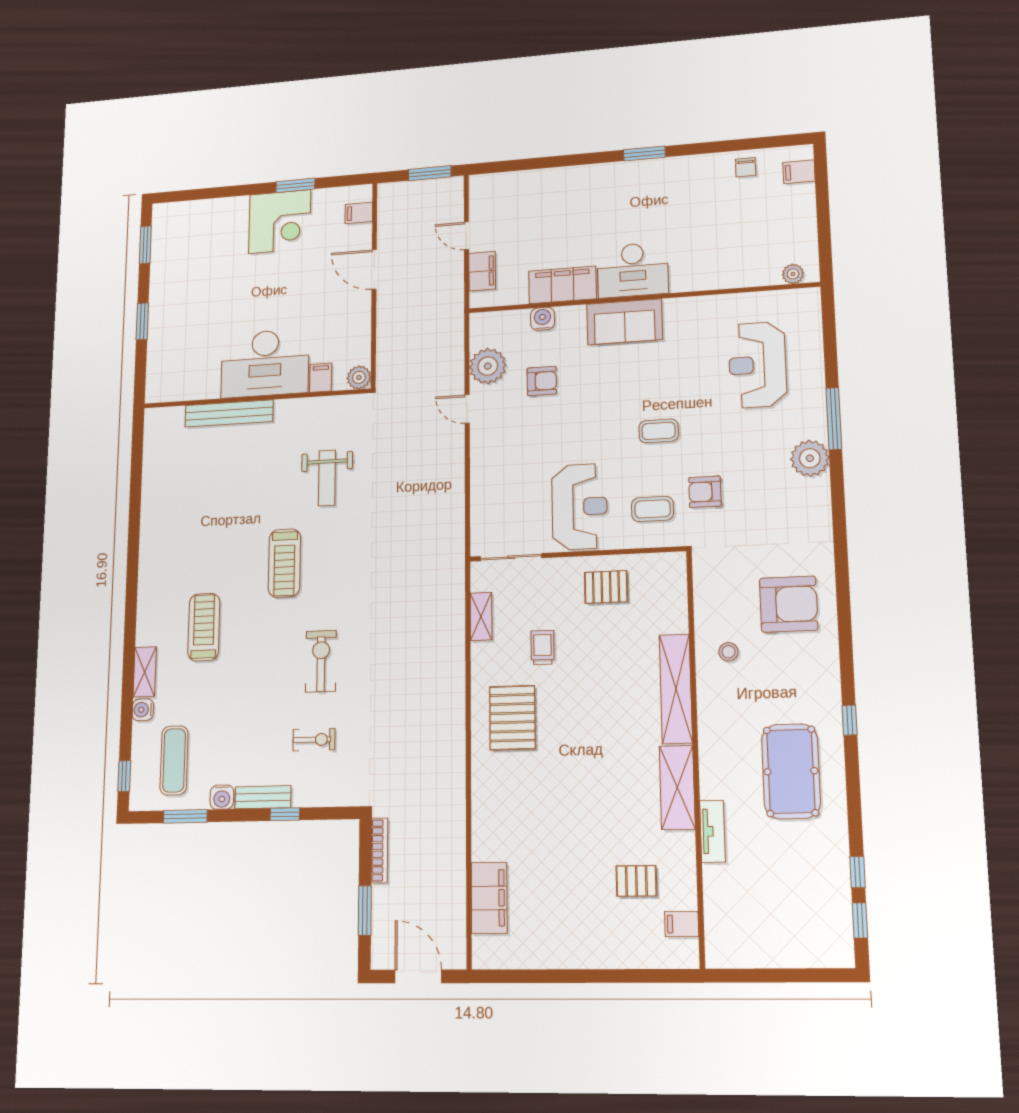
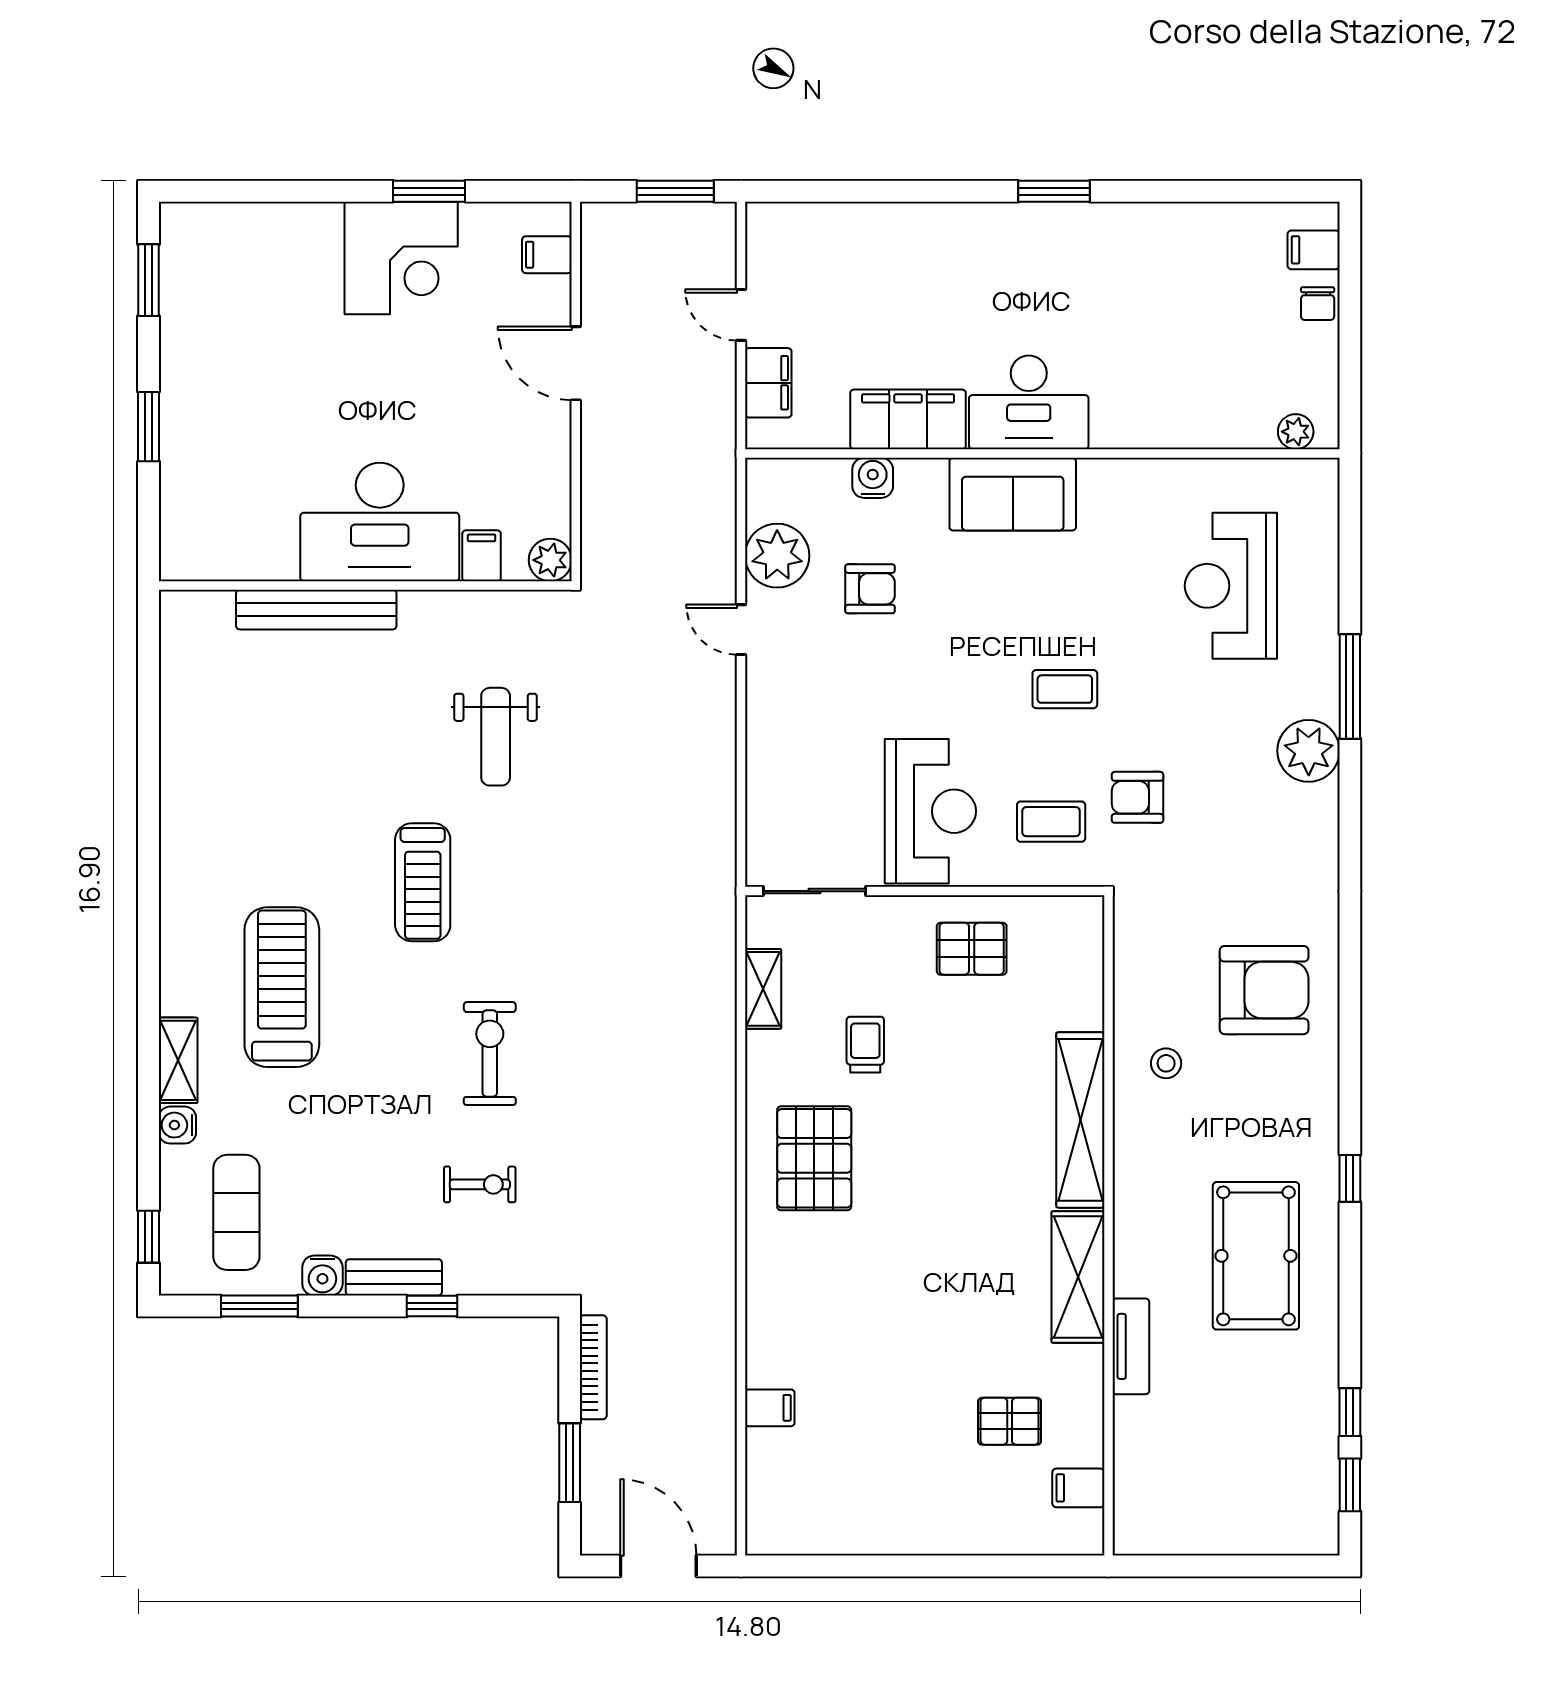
chair: (746, 167) -> (1318, 304), moved
treadmill: (204, 627) -> (282, 987), width x1.37, depth x1.38
filing cabinet: (489, 898) -> (770, 1408), width x0.33, depth x0.86

